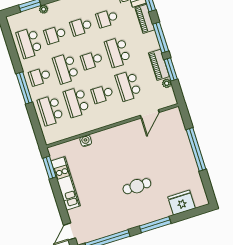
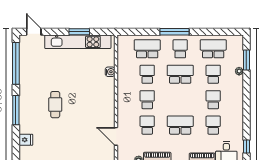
school desk: (92, 60) -> (180, 100), removed
school desk: (128, 86) -> (147, 125), width x0.54
school desk: (76, 102) -> (147, 74), width x0.54
window: (49, 168) -> (79, 32), moved
kitchen unit: (66, 183) -> (78, 42), width x1.36
fridge: (181, 203) -> (26, 140), width x0.53, depth x0.75

